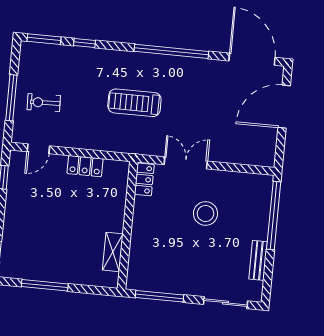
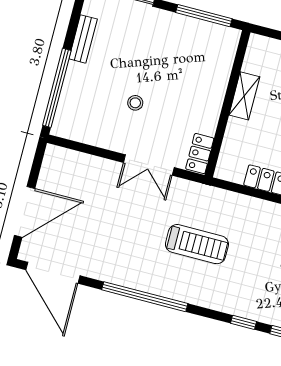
stool: (206, 214) -> (135, 103), width x0.53, depth x0.53
shelving: (113, 252) -> (244, 96), moved

